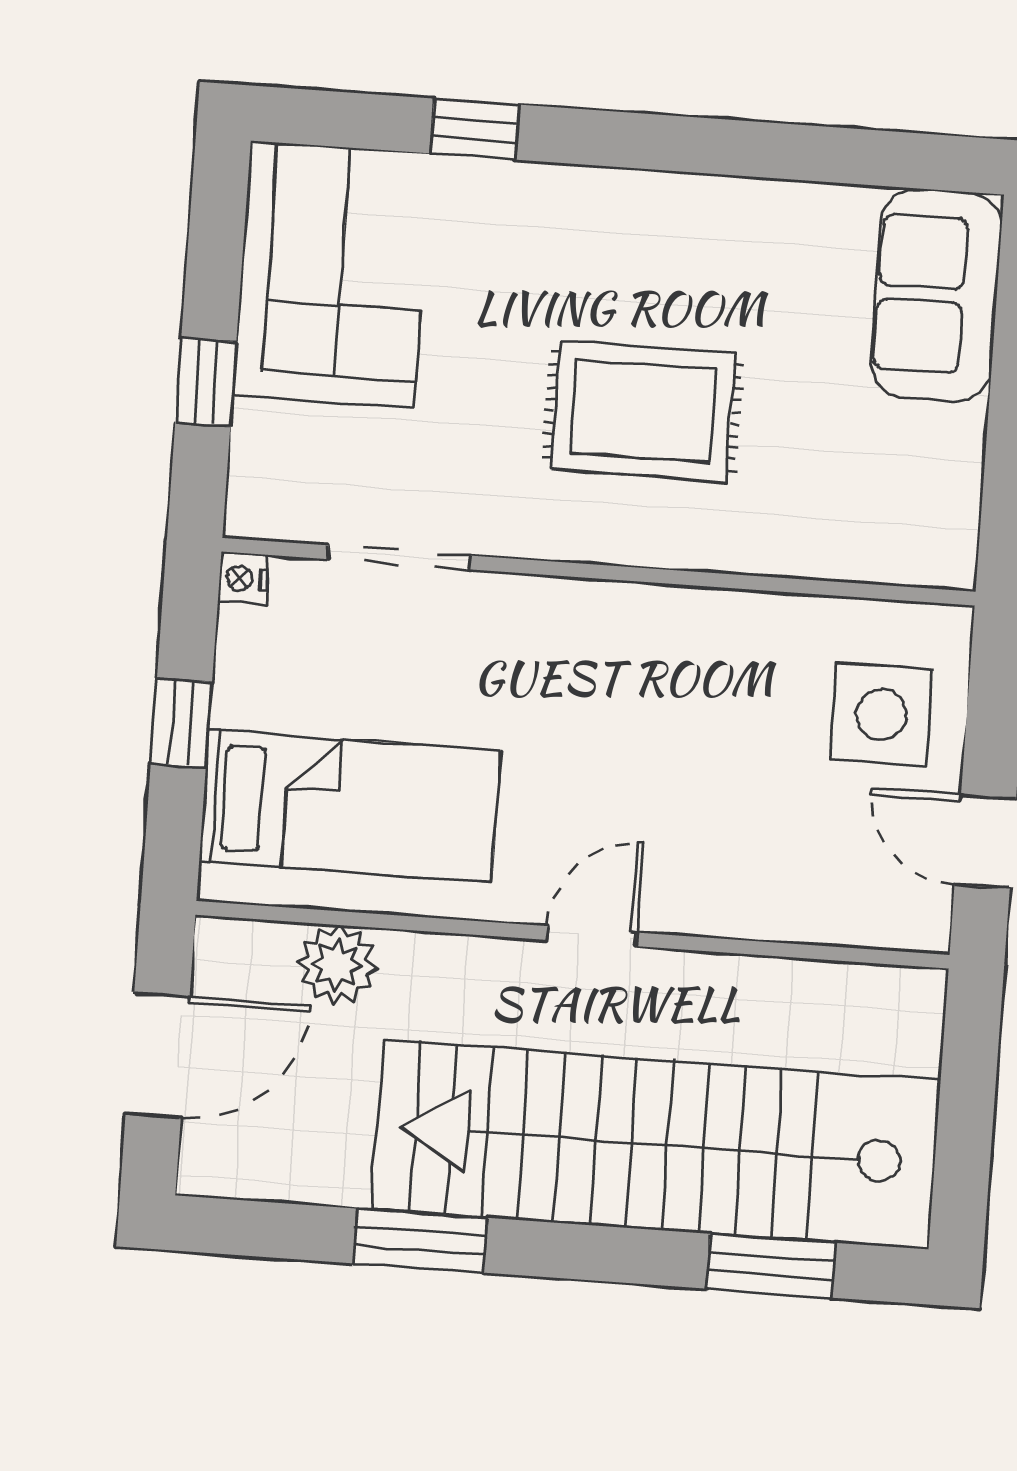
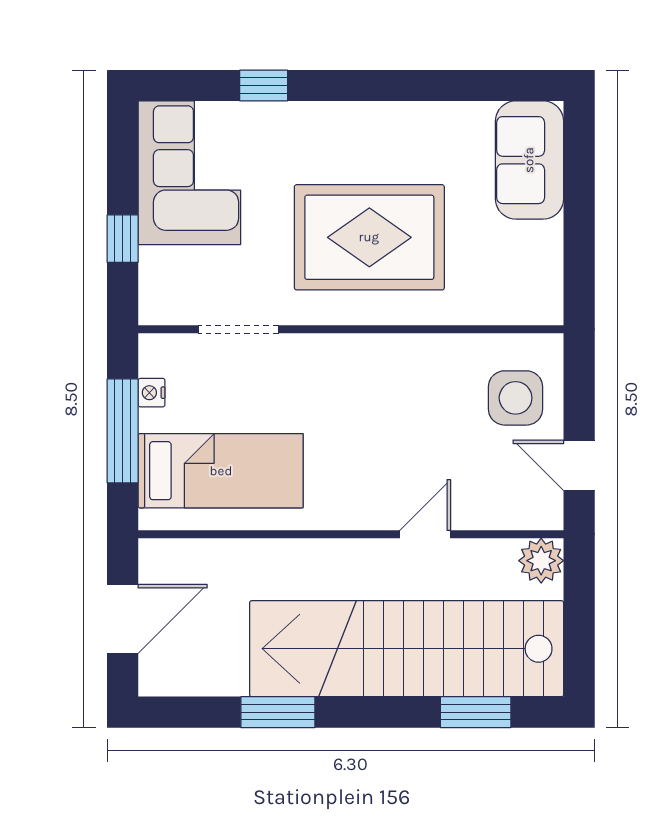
rug: (643, 411) -> (369, 237), width x1.37, depth x1.44
nightstand: (243, 578) -> (152, 393), moved
window: (181, 723) -> (123, 431), width x2.17
door: (592, 936) -> (425, 534), moved
plant: (337, 965) -> (541, 561), moved

